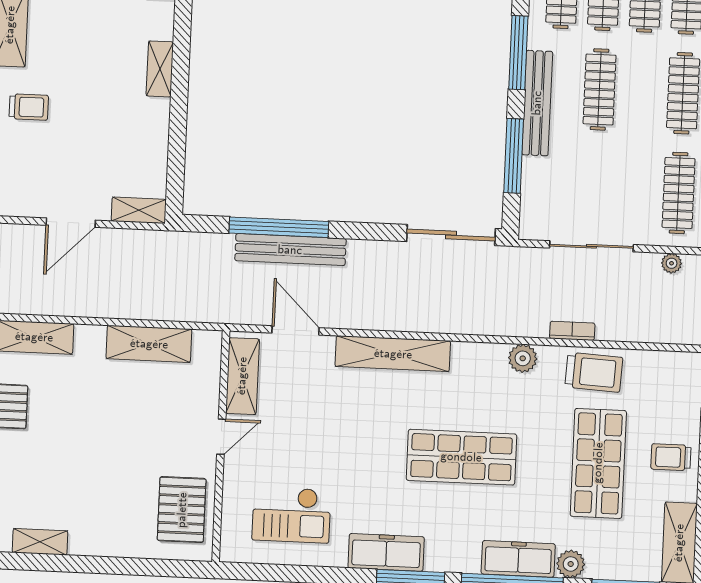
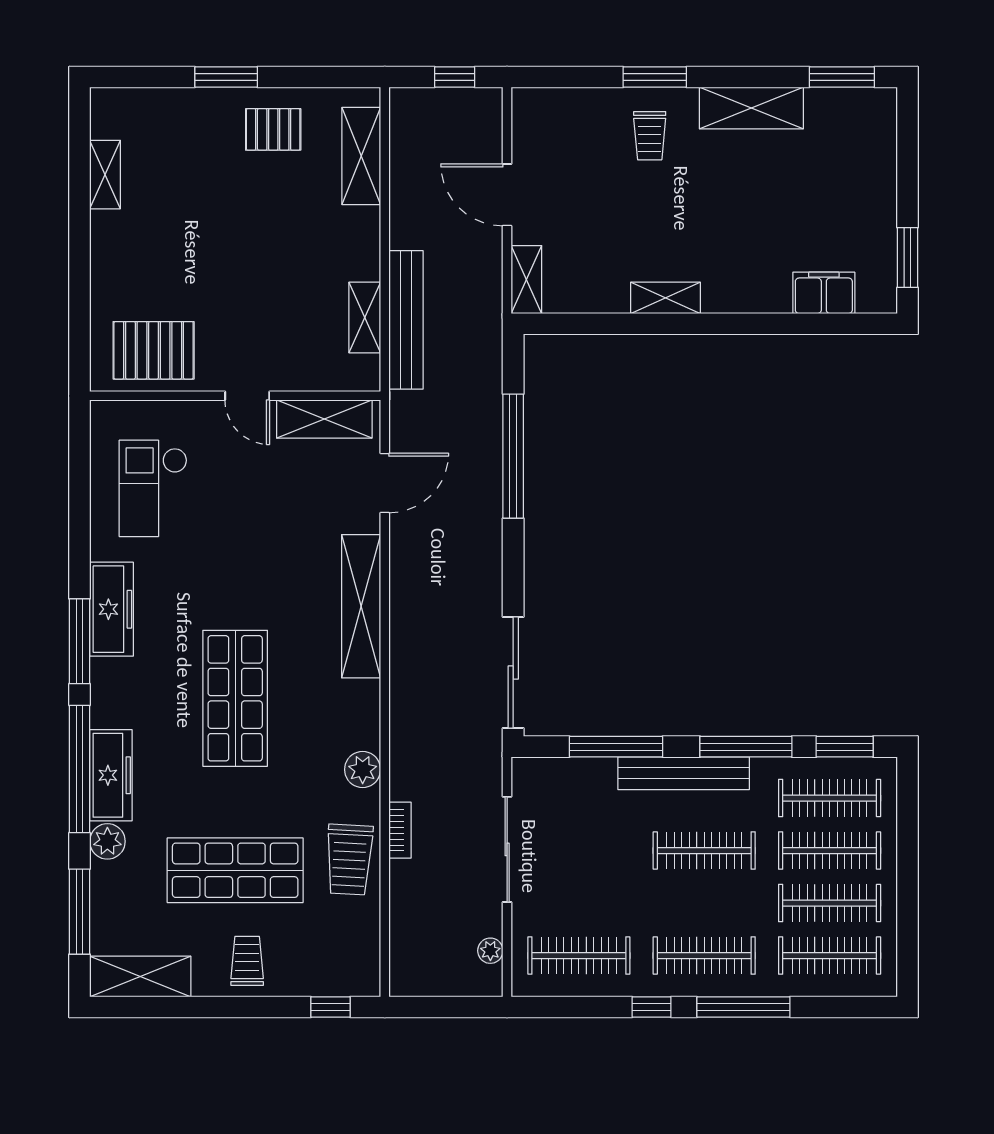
shelving: (160, 69) -> (665, 298), moved
bench: (290, 250) -> (406, 320), moved
shelving: (149, 344) -> (365, 317), width x0.67, depth x0.75

